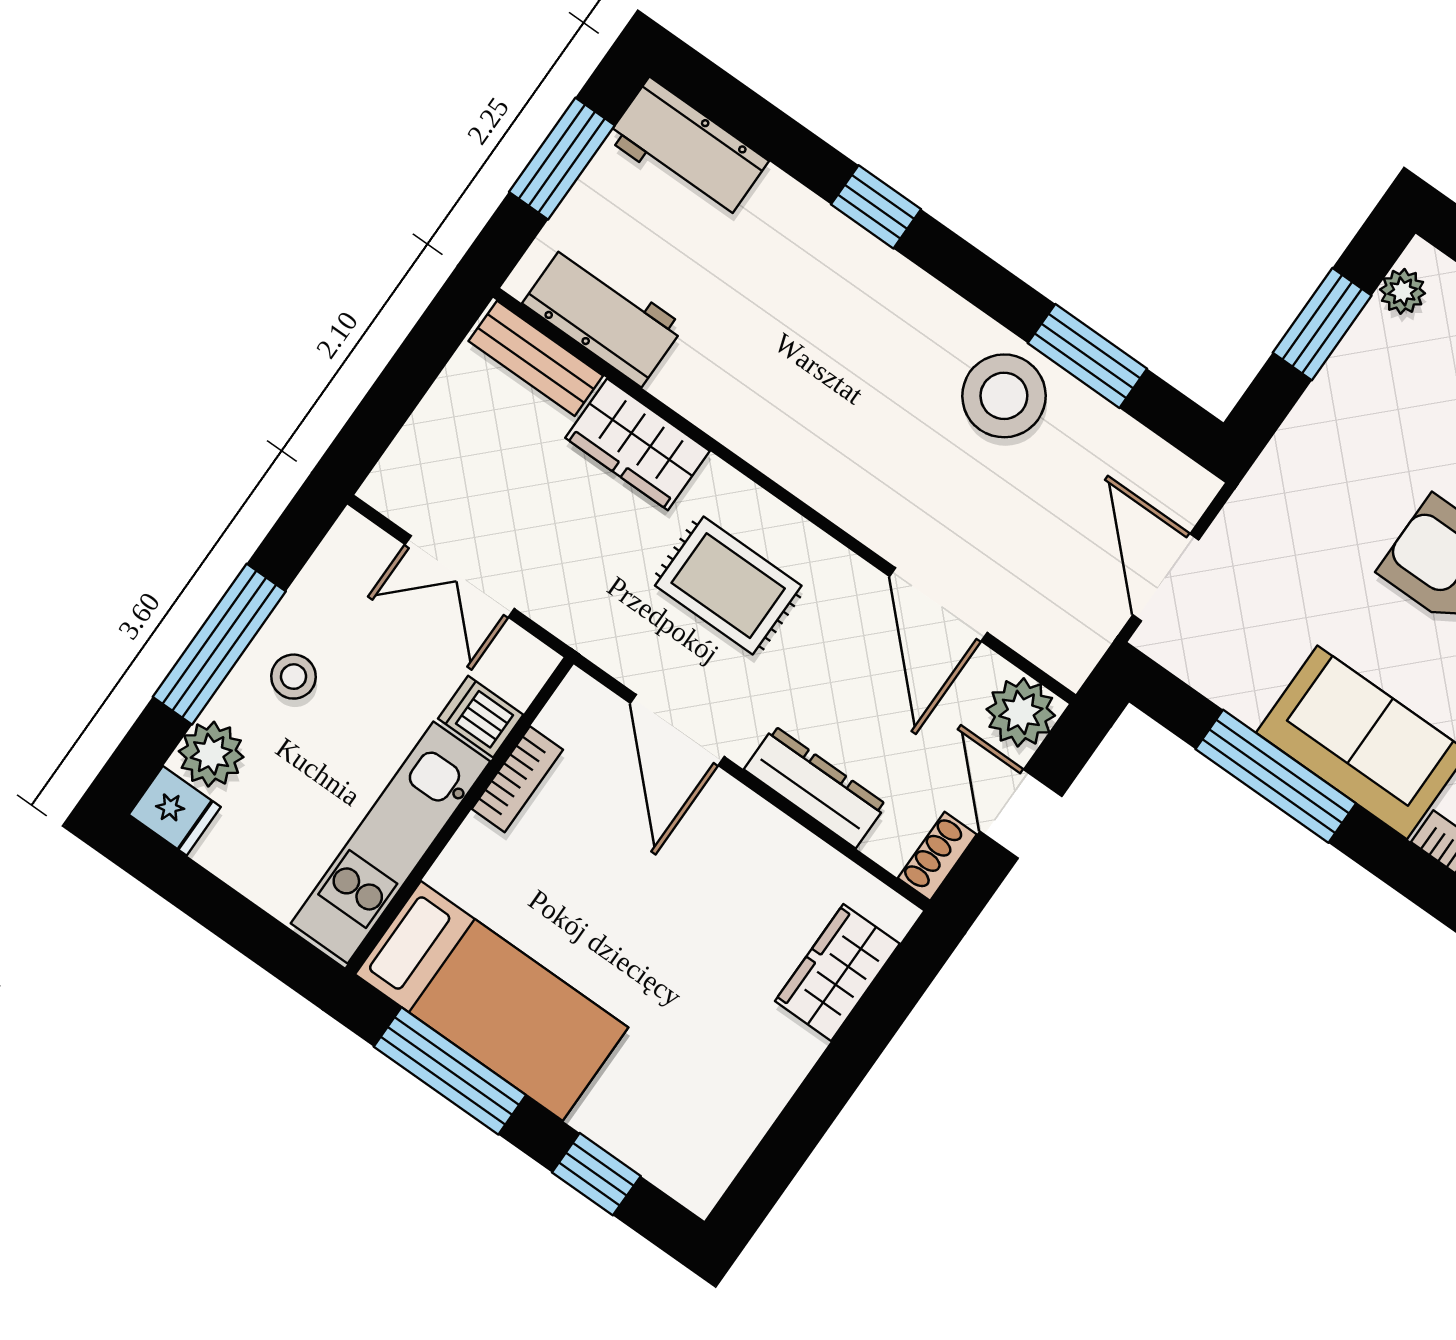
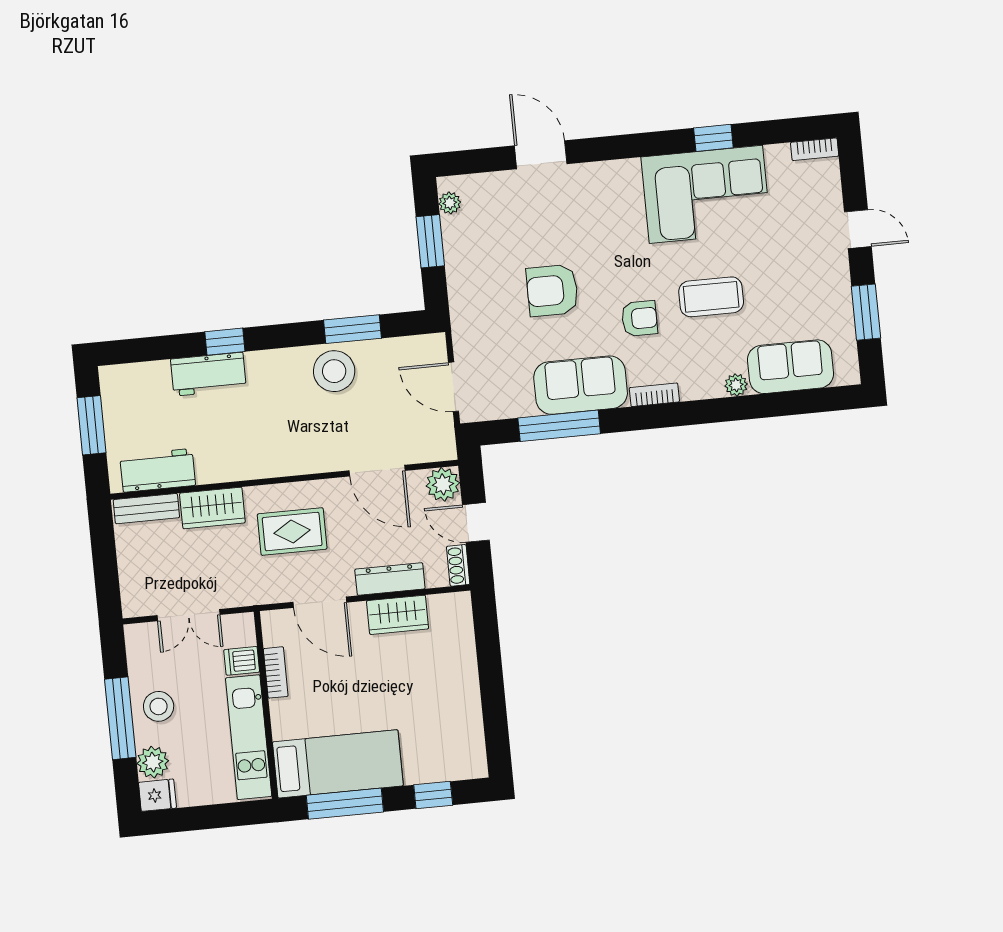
workbench: (687, 150) -> (208, 374), moved
stool: (294, 677) -> (159, 706), width x1.37, depth x1.37
wardrobe: (837, 972) -> (398, 615), moved, turned -90

